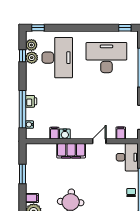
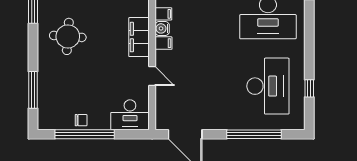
window: (125, 28) -> (309, 88), moved
filing cabinet: (121, 133) -> (163, 43), moved

